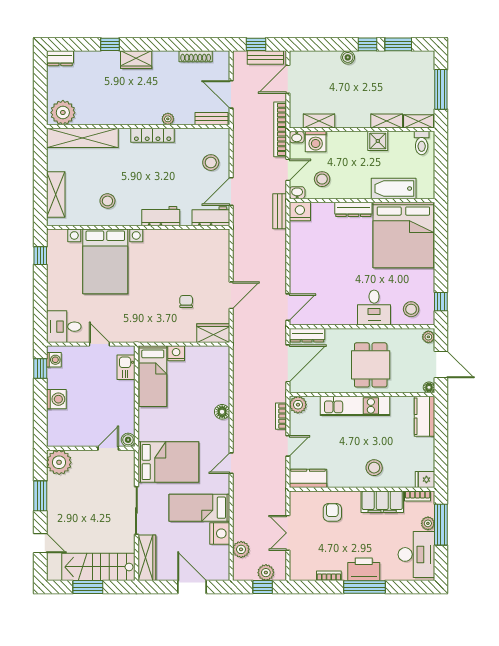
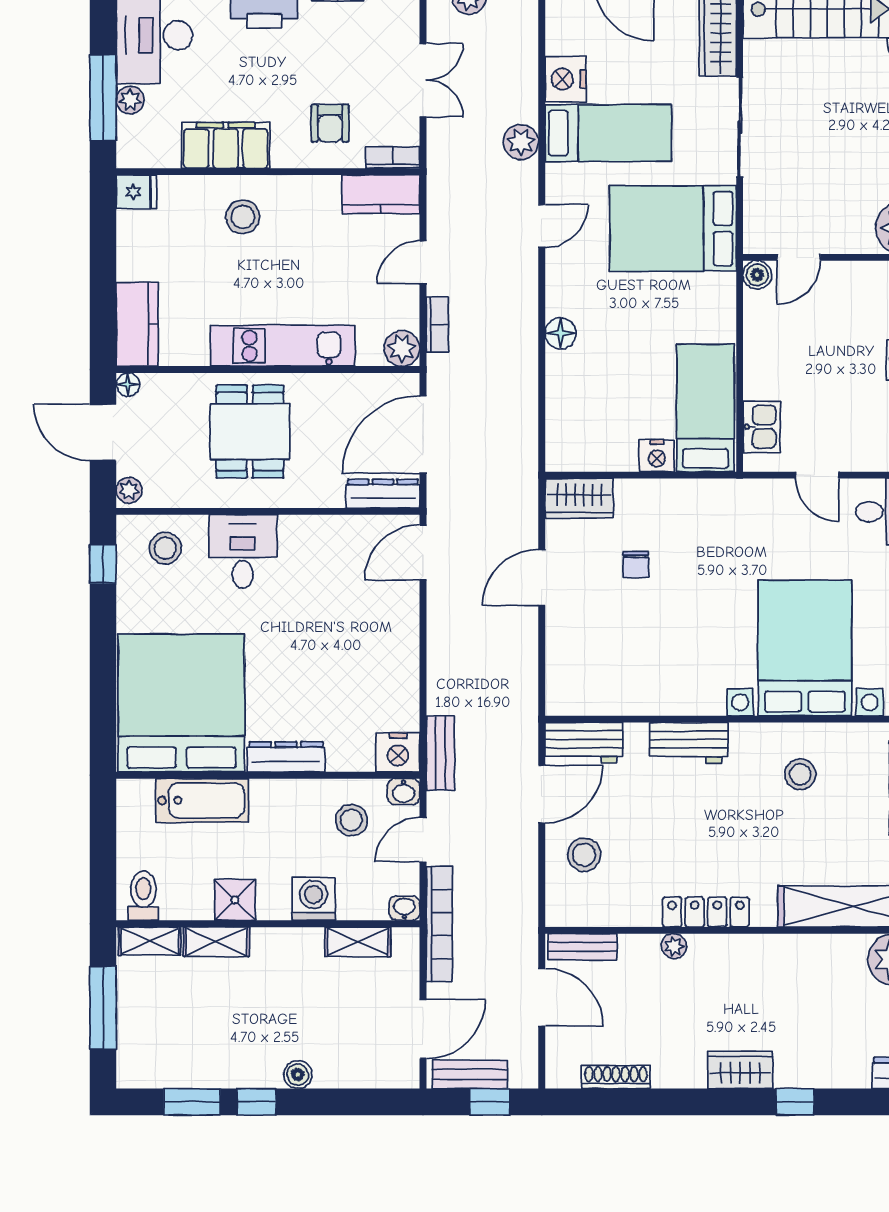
washing machine: (316, 141) -> (314, 899), moved
bookcase: (418, 496) -> (393, 158), moved
plant: (241, 549) -> (521, 142), moved

